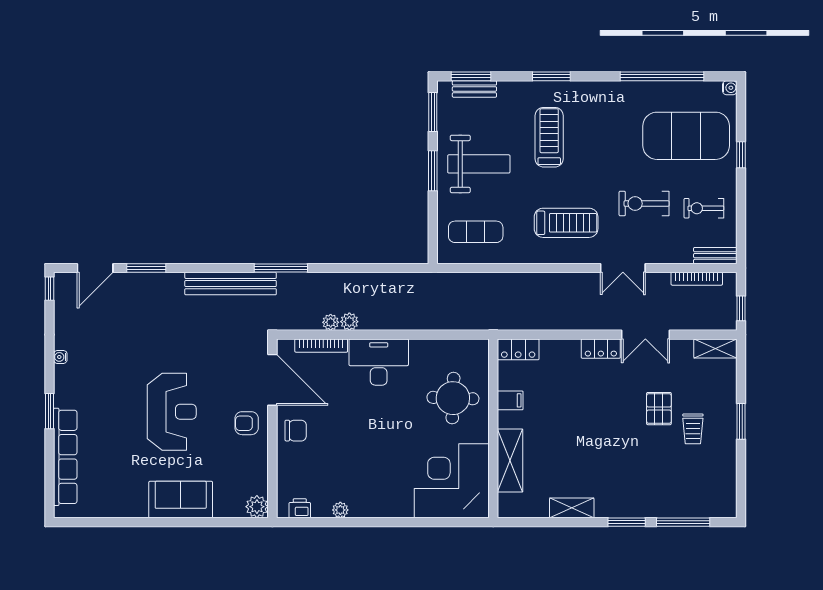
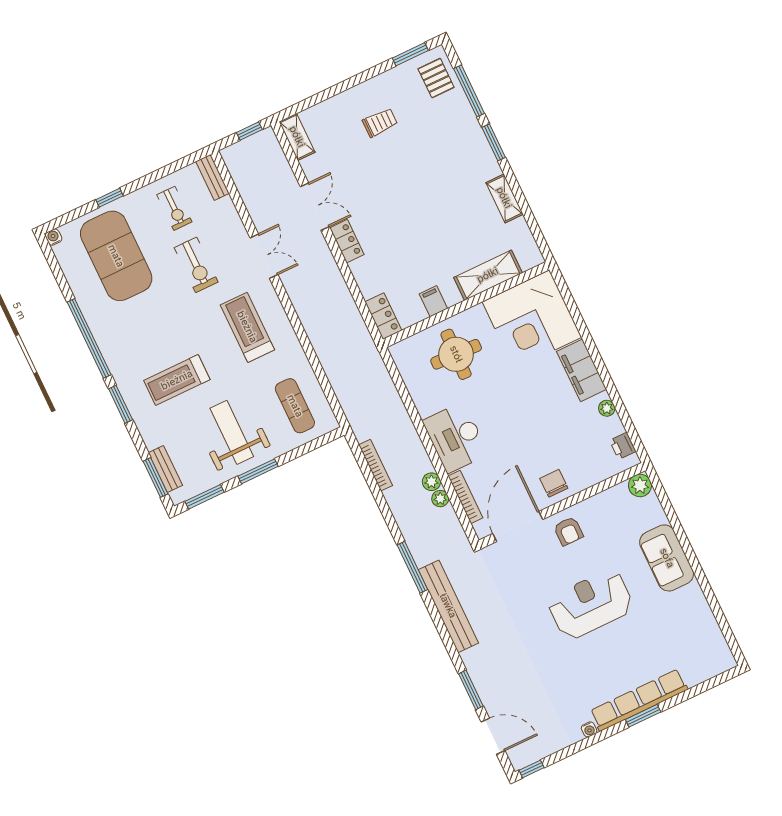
window: (662, 76) -> (89, 338), moved
bookcase: (697, 279) -> (376, 465), moved
pallet: (659, 409) -> (436, 78), moved, turned 90
window: (741, 421) -> (410, 54), moved
row of seats: (65, 457) -> (639, 700), moved
filing cabinet: (385, 504) -> (582, 370), added

